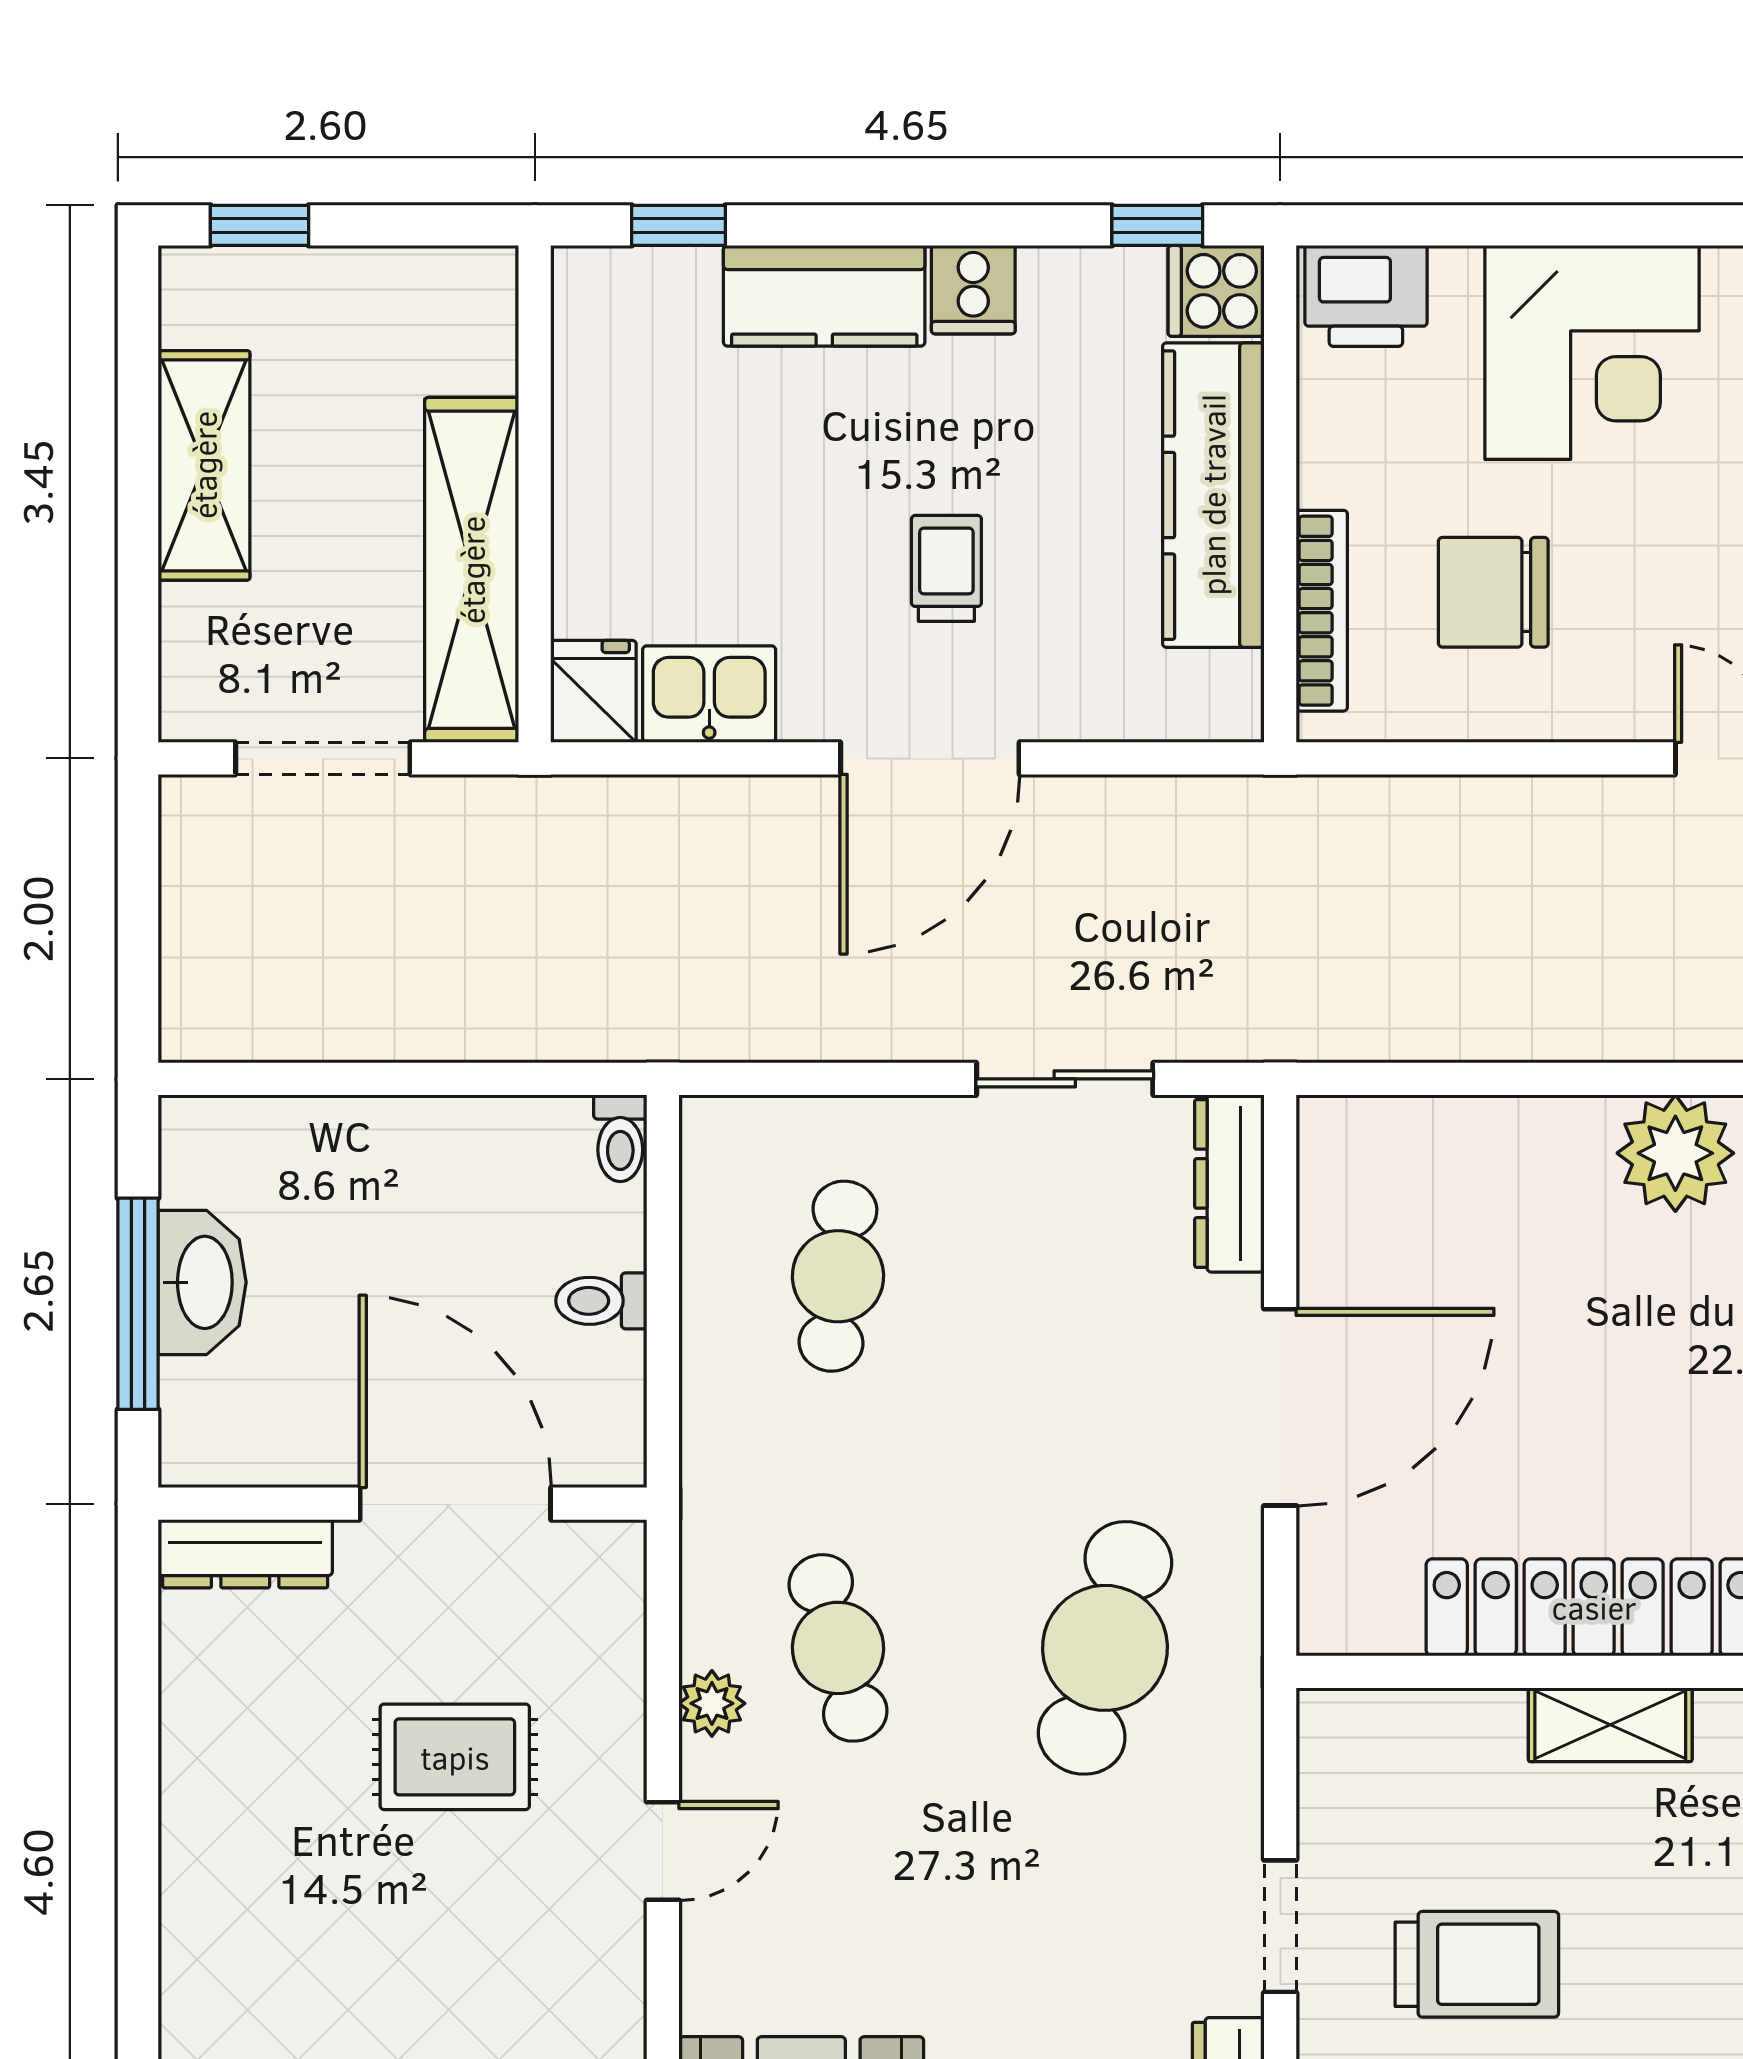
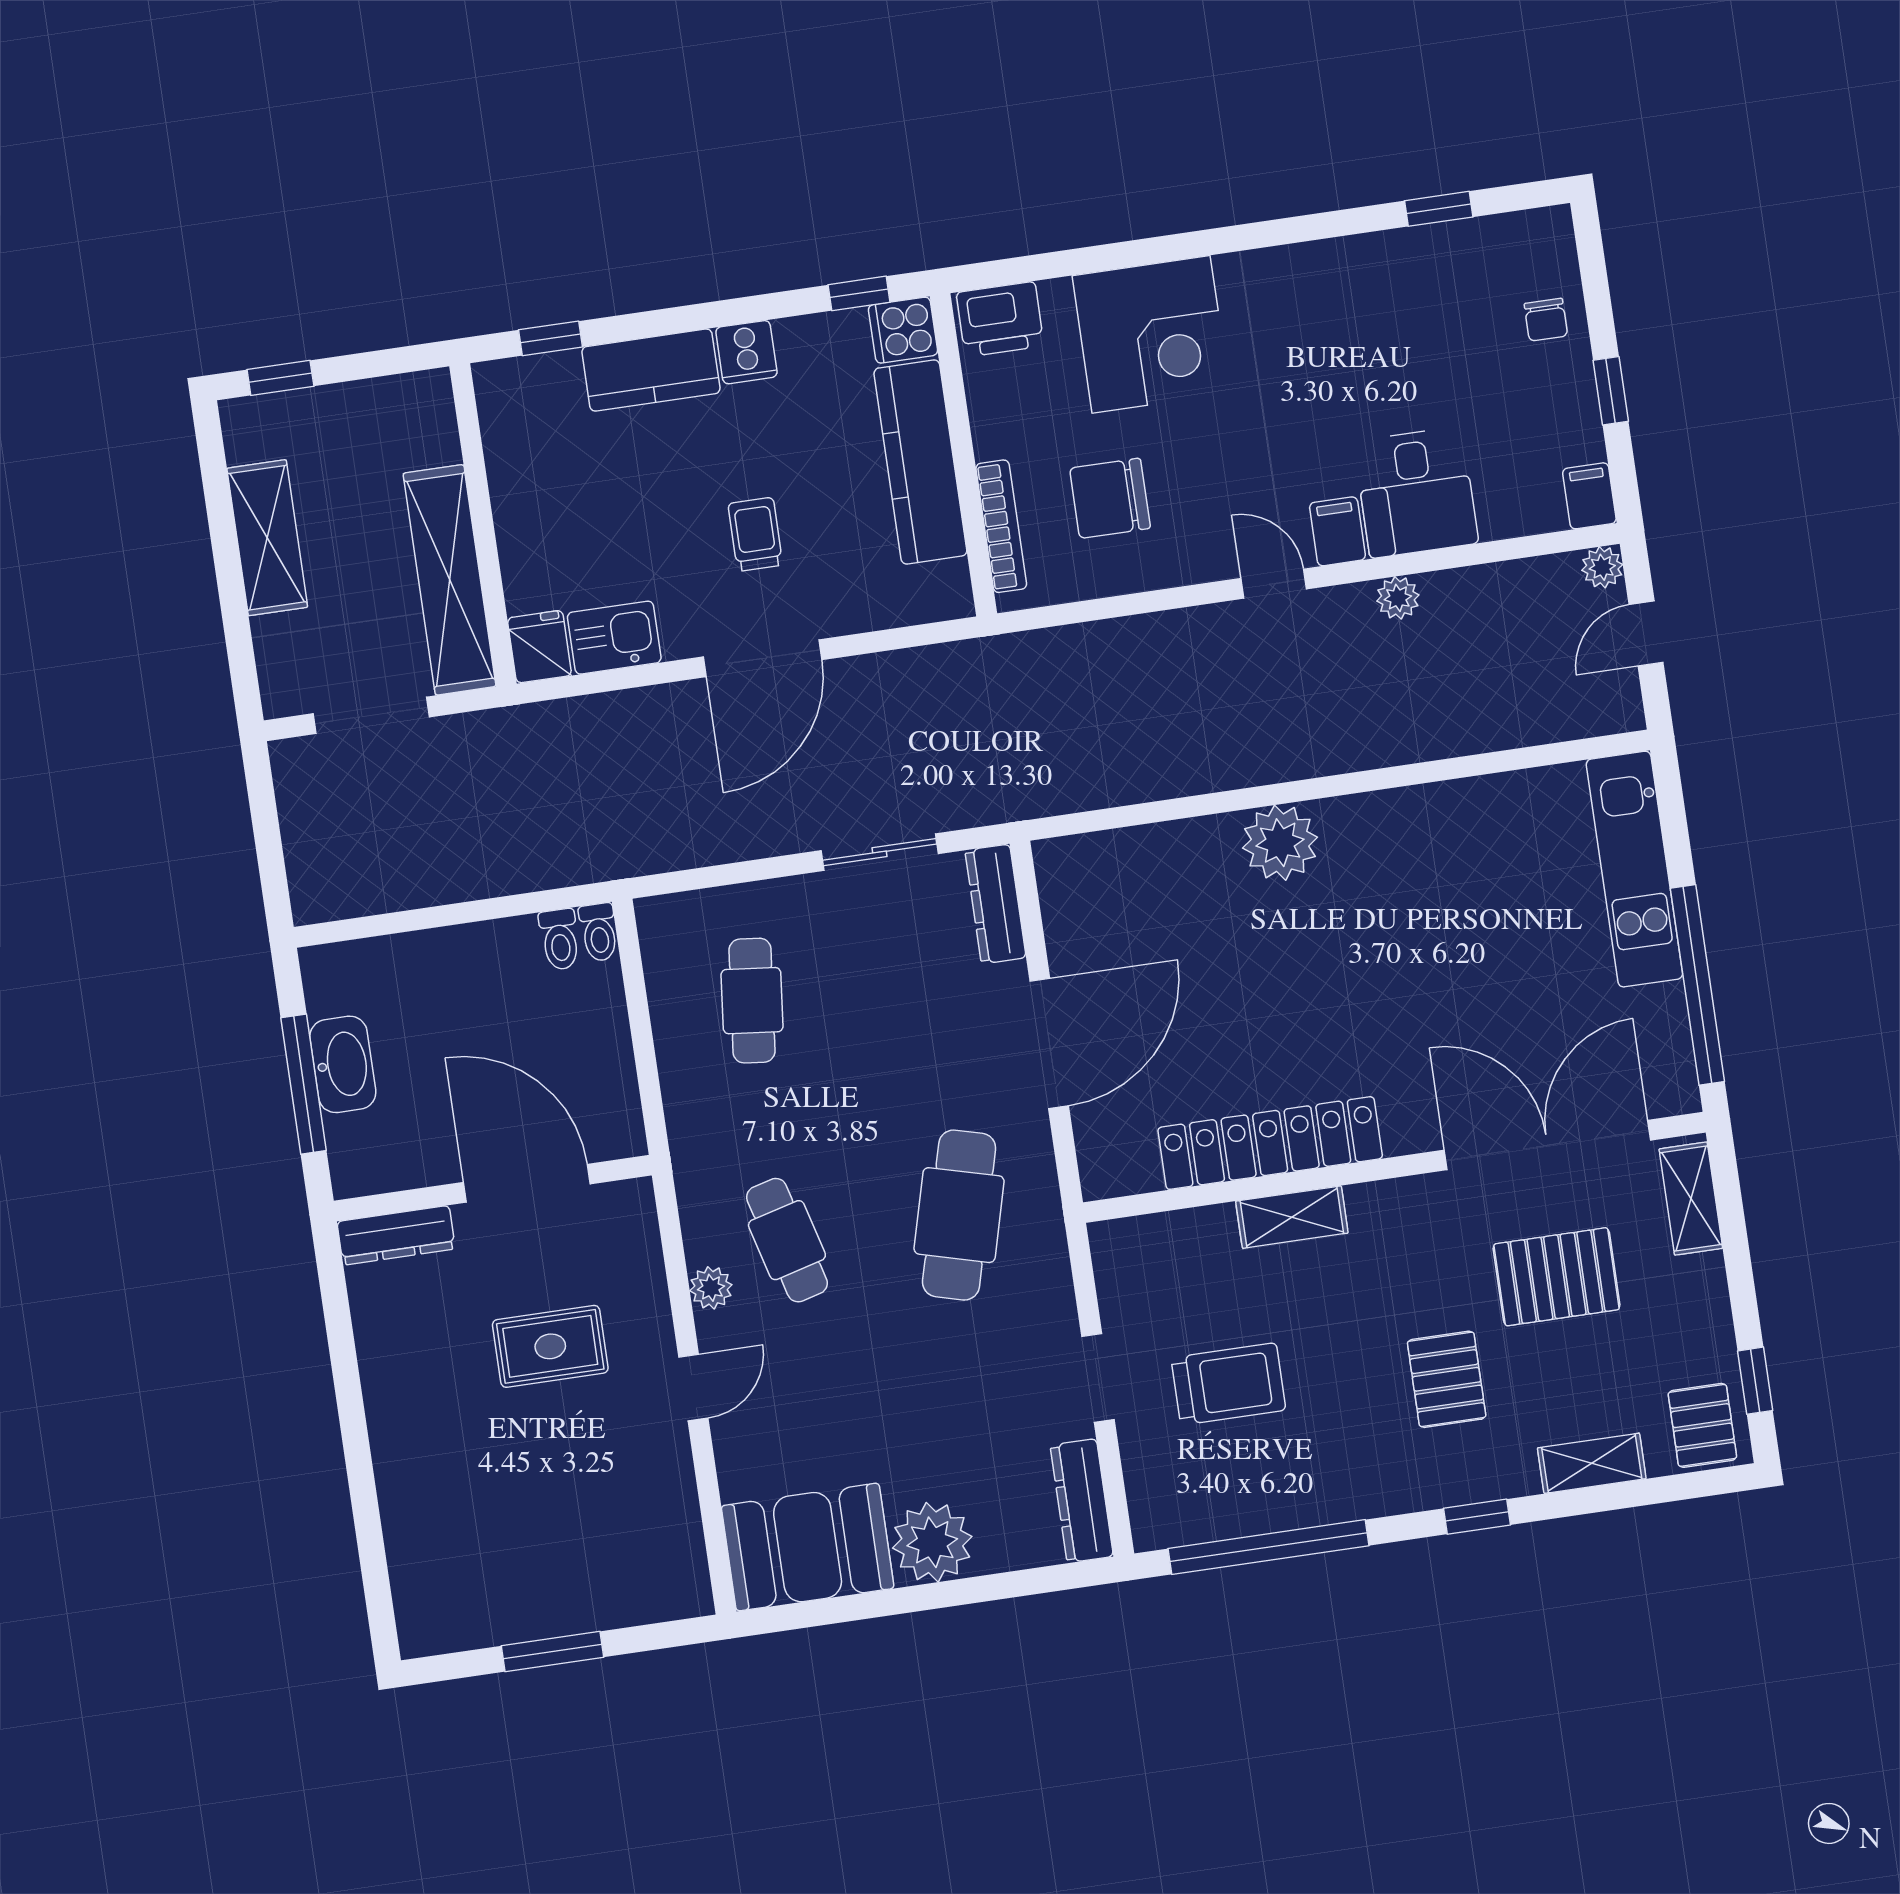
toilet: (601, 1301) -> (560, 939), moved, turned -90

